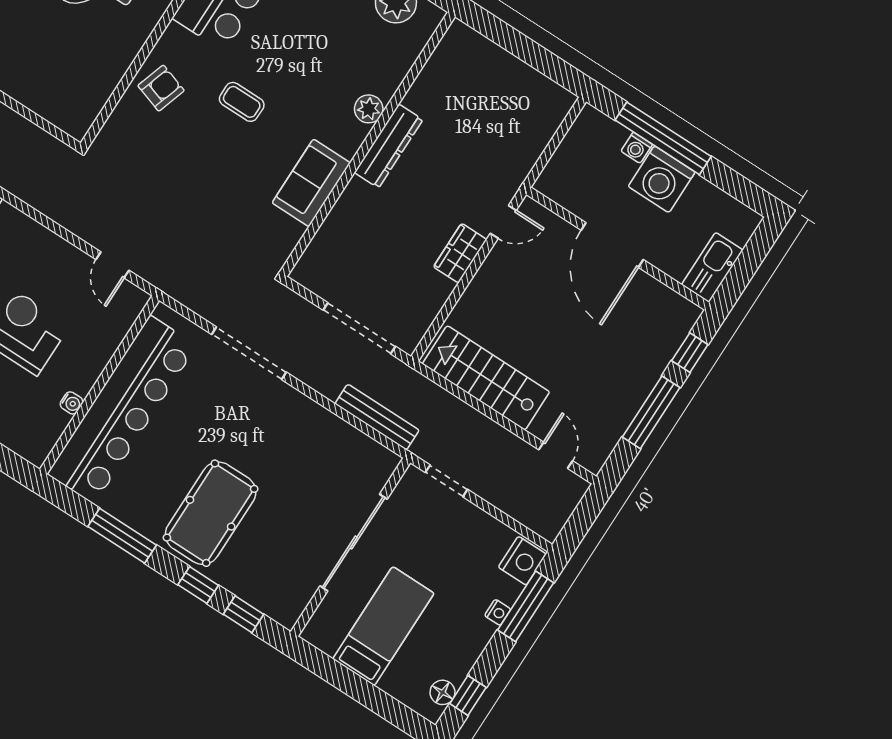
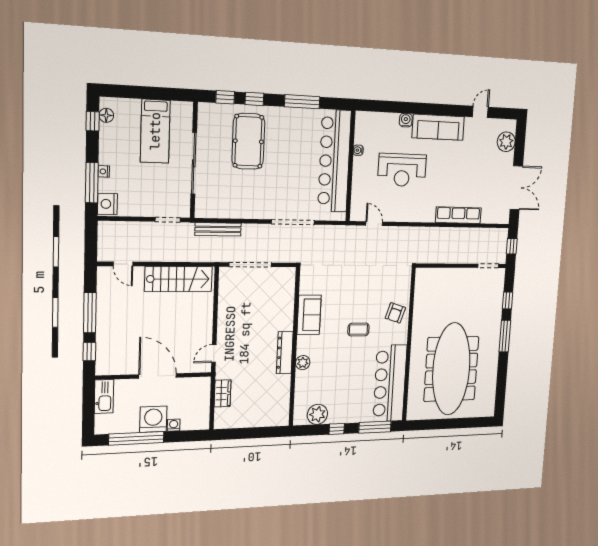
window: (663, 138) -> (136, 438), moved
wardrobe: (460, 253) -> (223, 393), moved
pool table: (211, 513) -> (248, 141), moved

